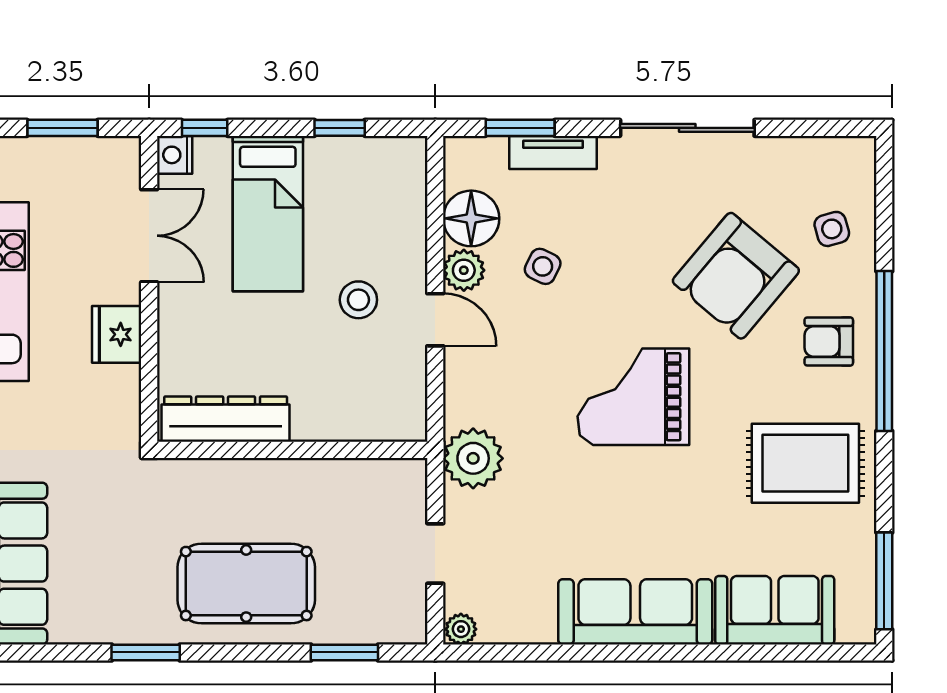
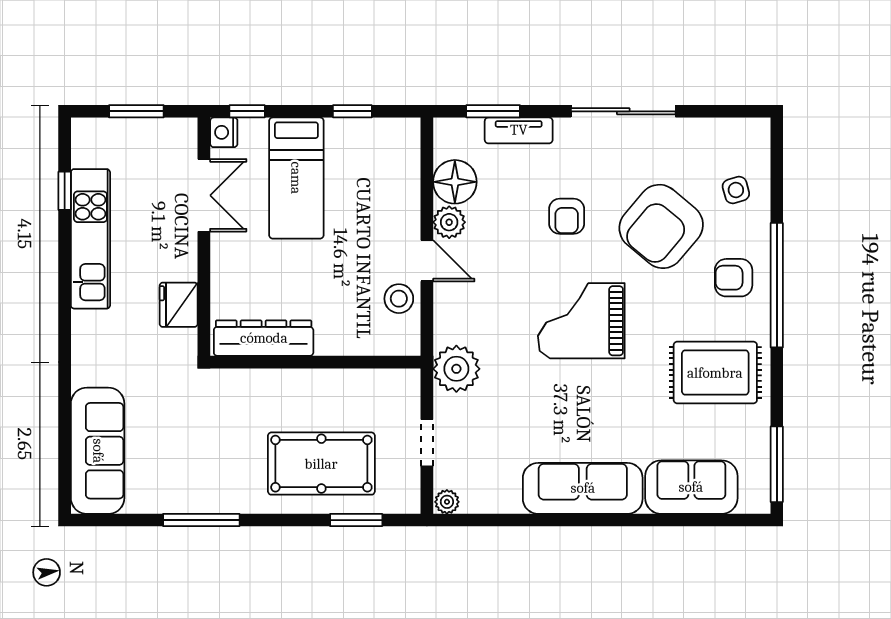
armchair: (615, 263) -> (567, 216), added
side table: (543, 266) -> (511, 219), removed
stool: (358, 300) -> (399, 299), moved
fridge: (117, 334) -> (179, 305), moved
pool table: (246, 584) -> (321, 464), moved
window: (146, 652) -> (201, 520), width x1.44

